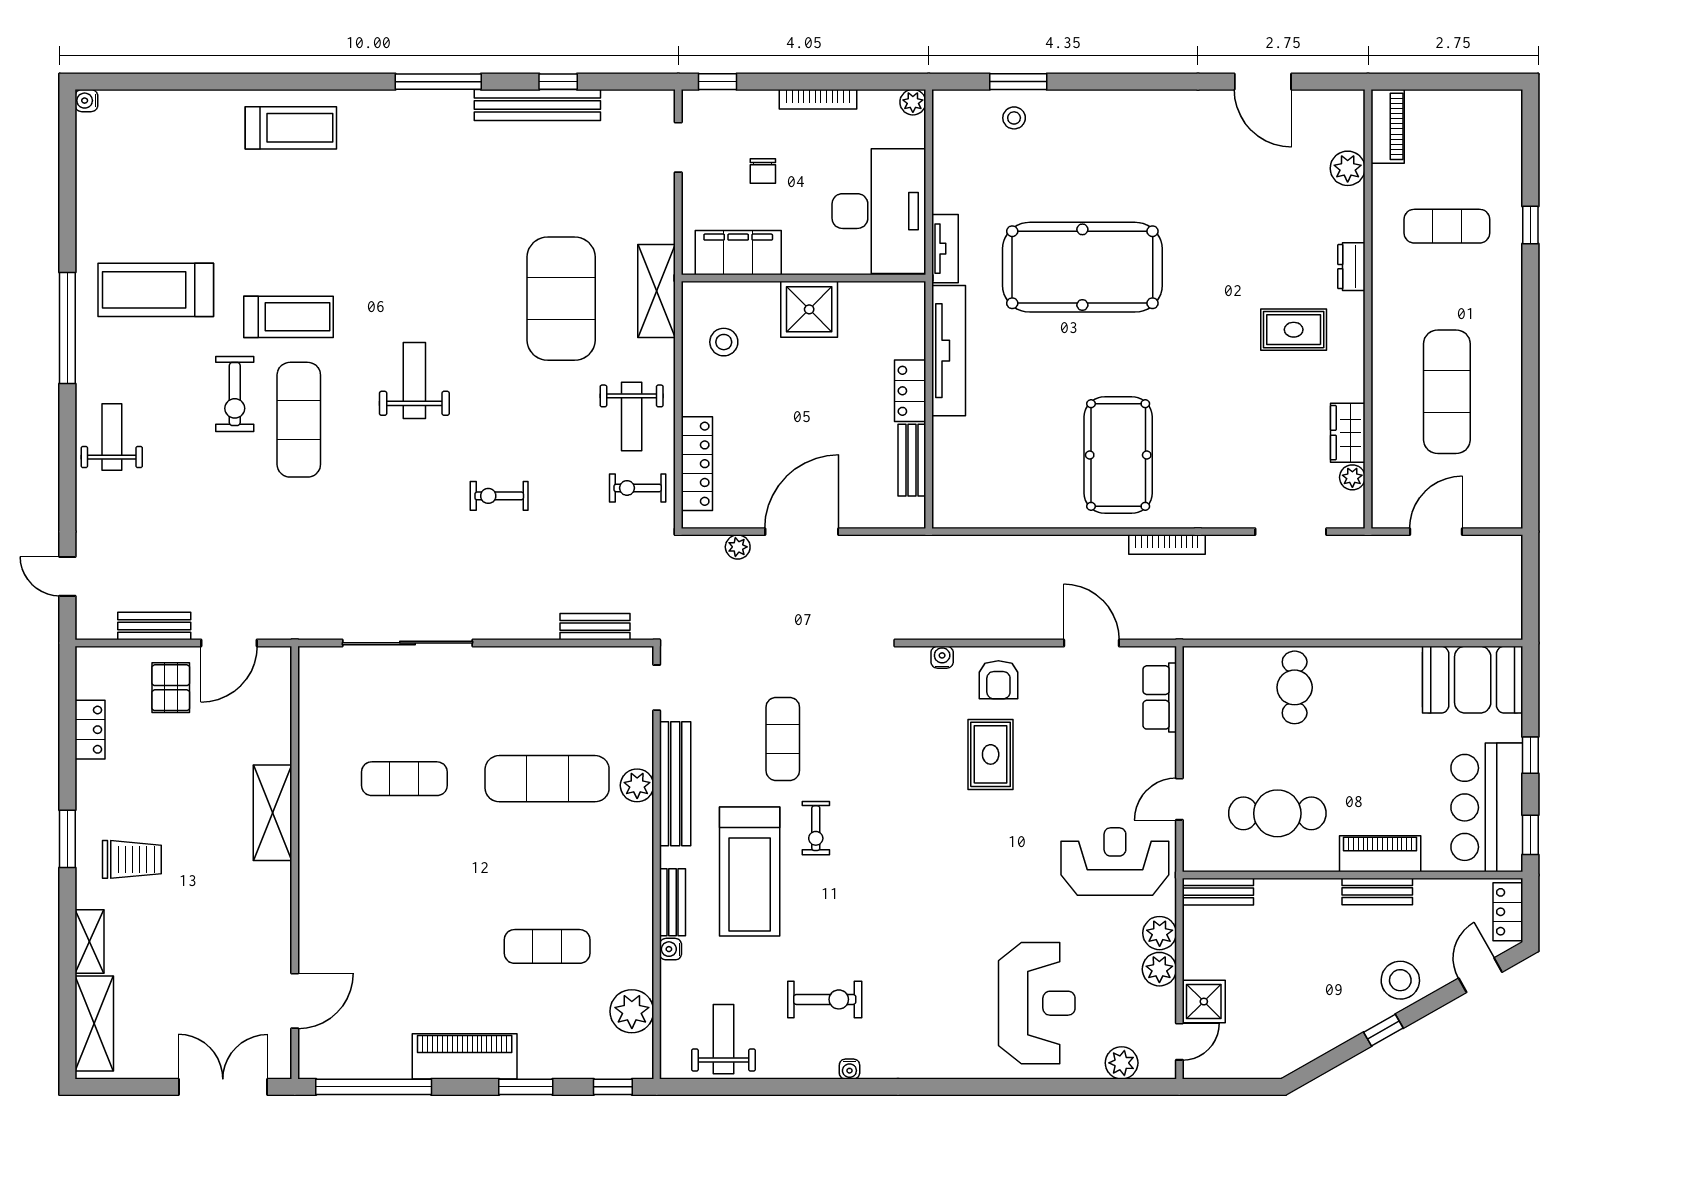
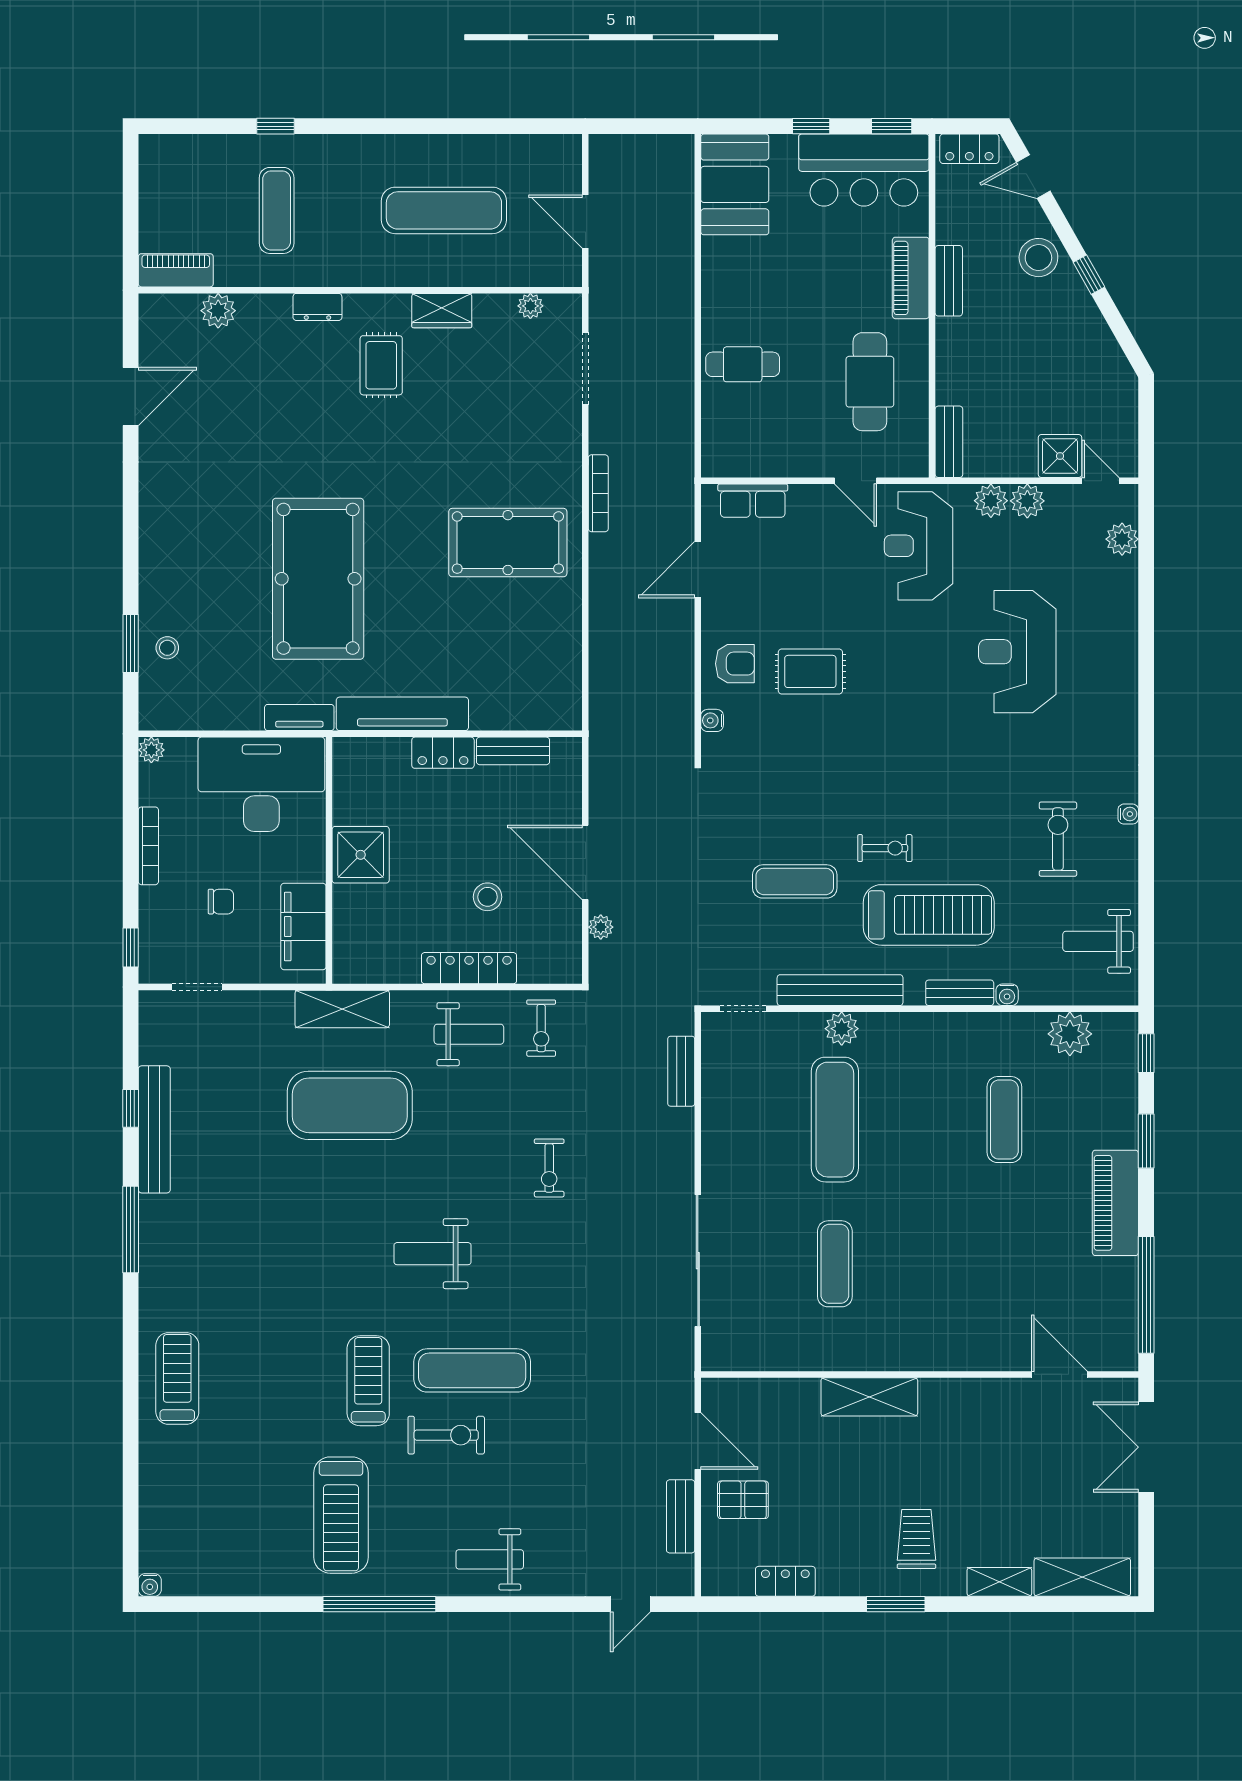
stool: (724, 342) -> (488, 897), moved
wardrobe: (1348, 433) -> (442, 311), moved
locker: (697, 464) -> (469, 968), moved
reception desk: (1037, 1003) -> (1017, 652), moved, turned -90

